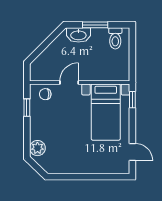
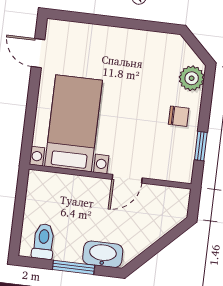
chair: (45, 94) -> (179, 116), moved
window: (132, 100) -> (28, 138), removed

